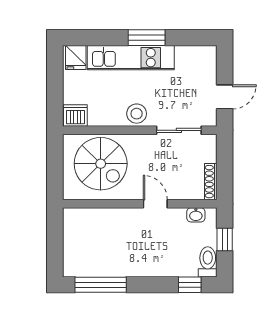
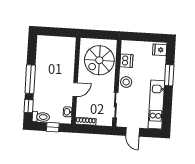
window: (147, 38) -> (169, 75), moved
kitchen unit: (131, 58) -> (156, 105), moved
dishwasher: (75, 116) -> (126, 61), moved
window: (101, 285) -> (30, 79), moved

